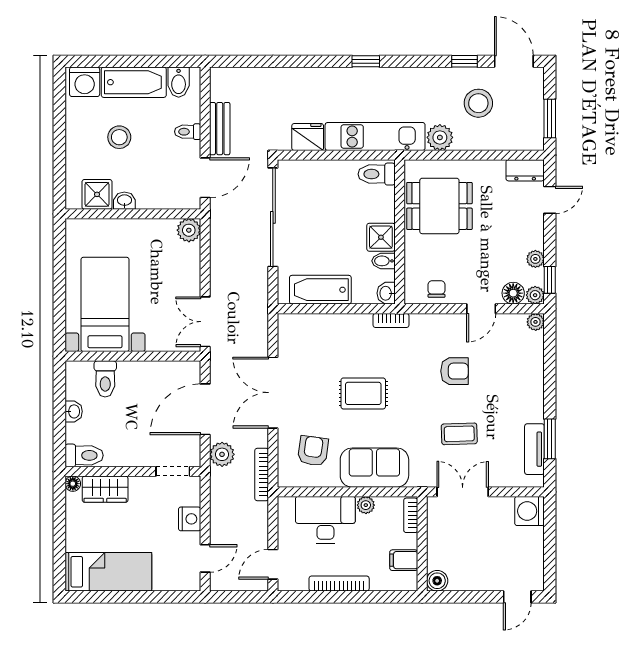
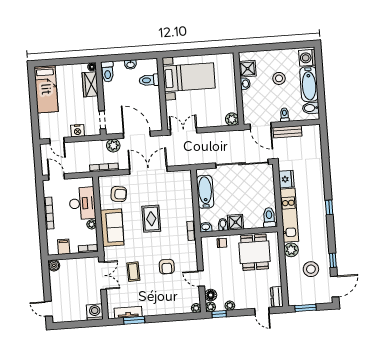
chair: (437, 289) -> (222, 243), moved

